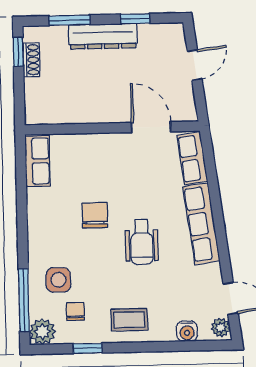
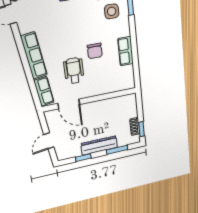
row of seats: (38, 161) -> (126, 51), moved
wheelchair: (142, 242) -> (74, 71), moved

